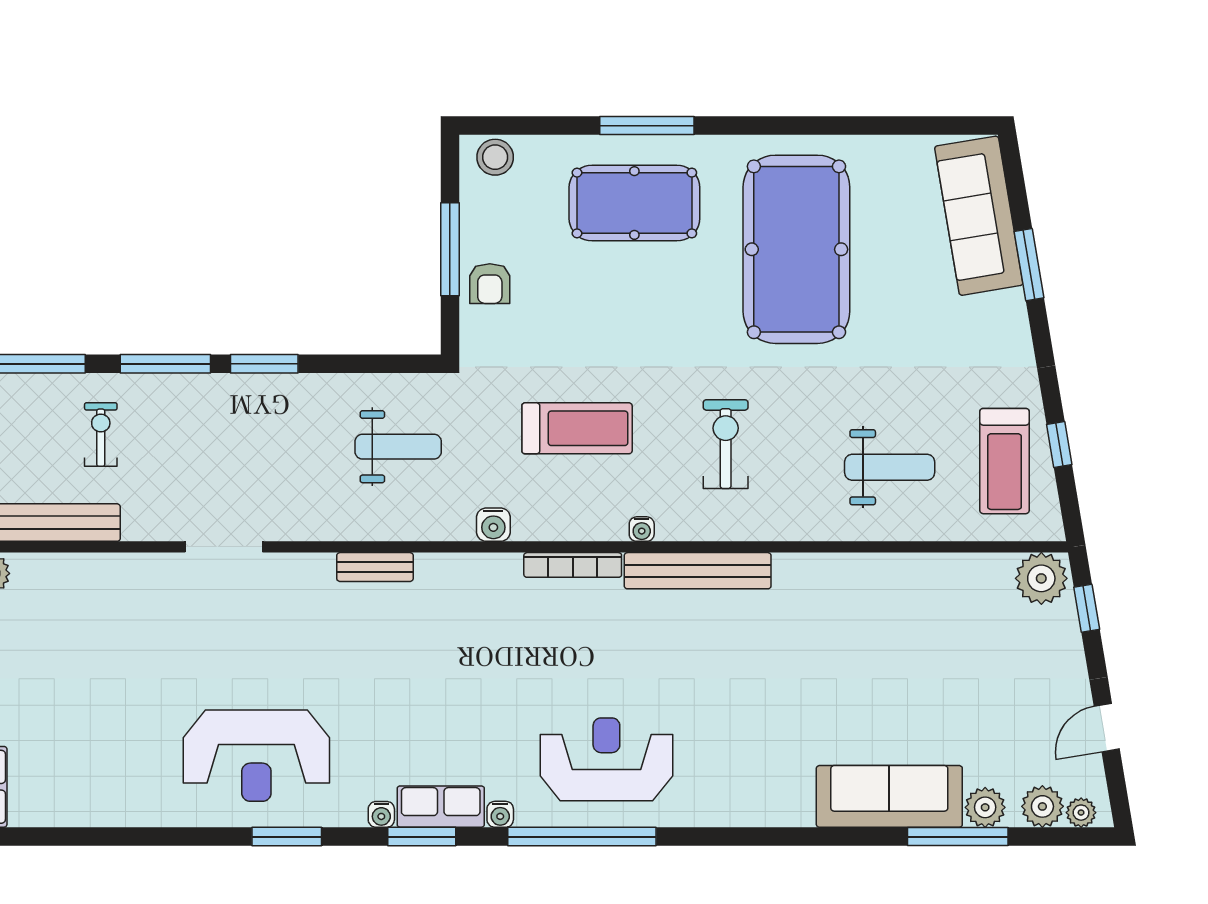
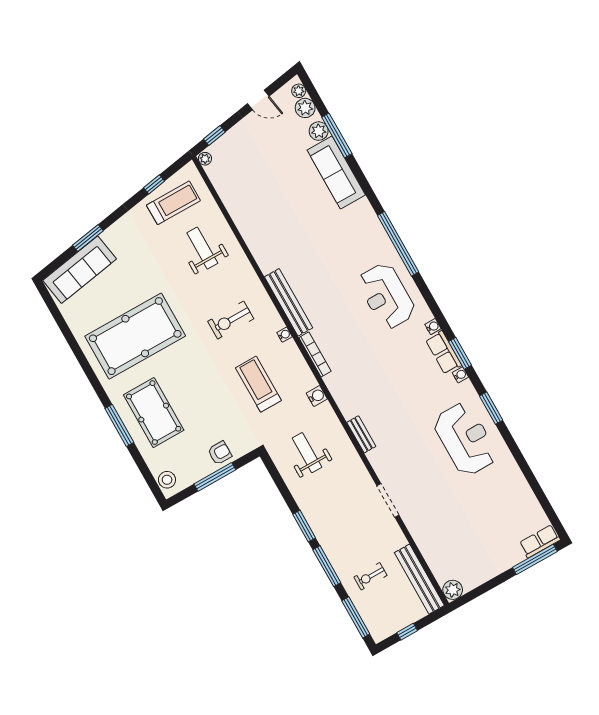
plant: (1041, 578) -> (205, 159), width x0.53, depth x0.53
window: (582, 837) -> (398, 244), moved

